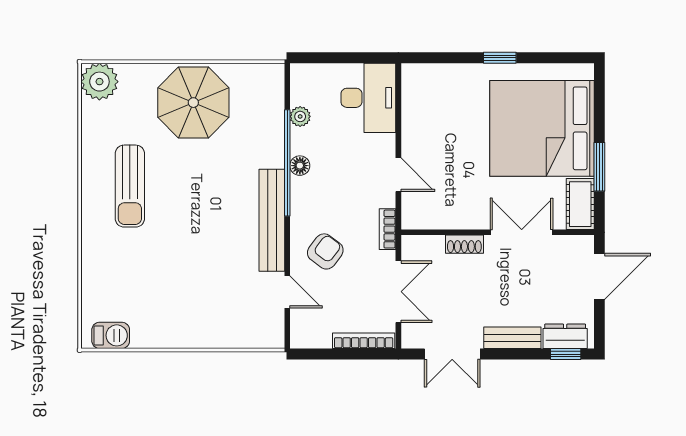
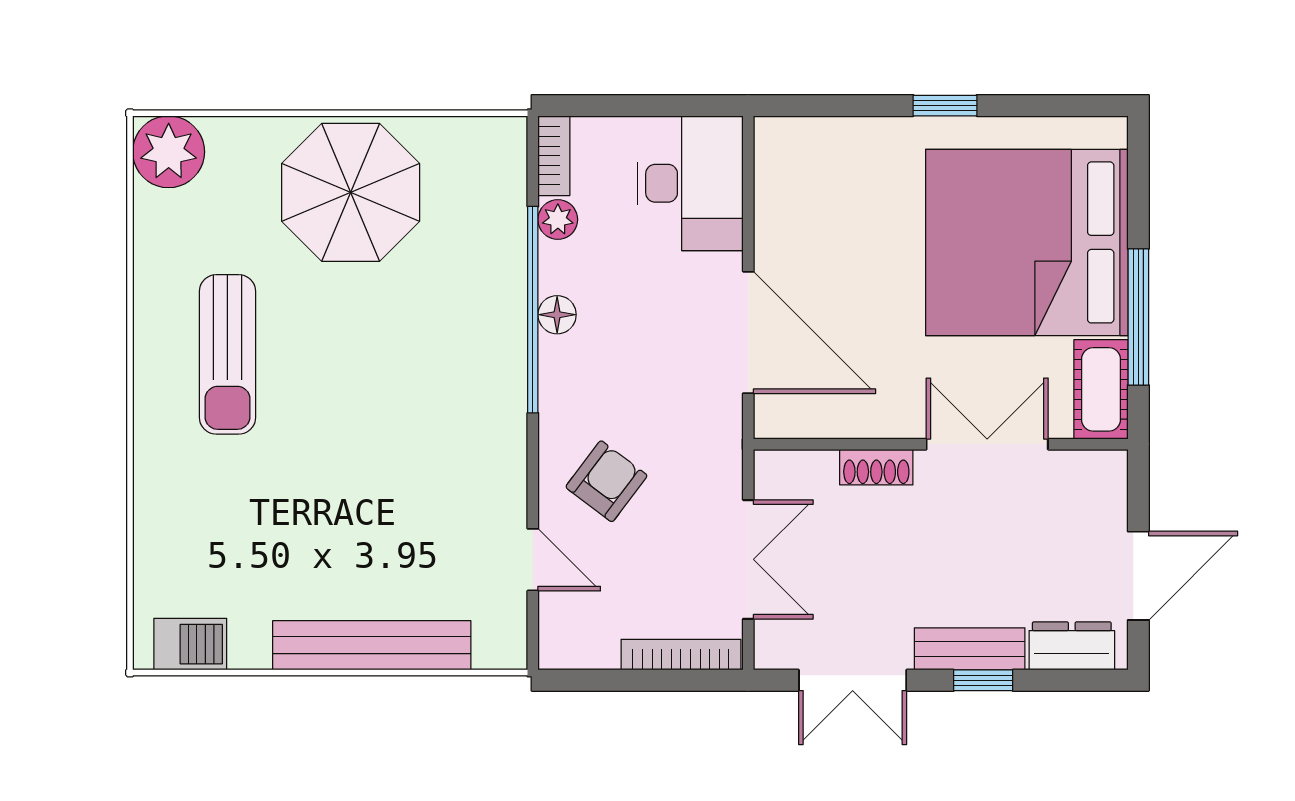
window: (599, 167) -> (1138, 317), width x1.44
door: (398, 175) -> (748, 332), width x1.87
bench: (272, 220) -> (372, 645), moved, turned 90
bookcase: (388, 229) -> (554, 156), moved, turned 180
door: (599, 276) -> (1138, 576), moved
window: (566, 354) -> (983, 680), moved

